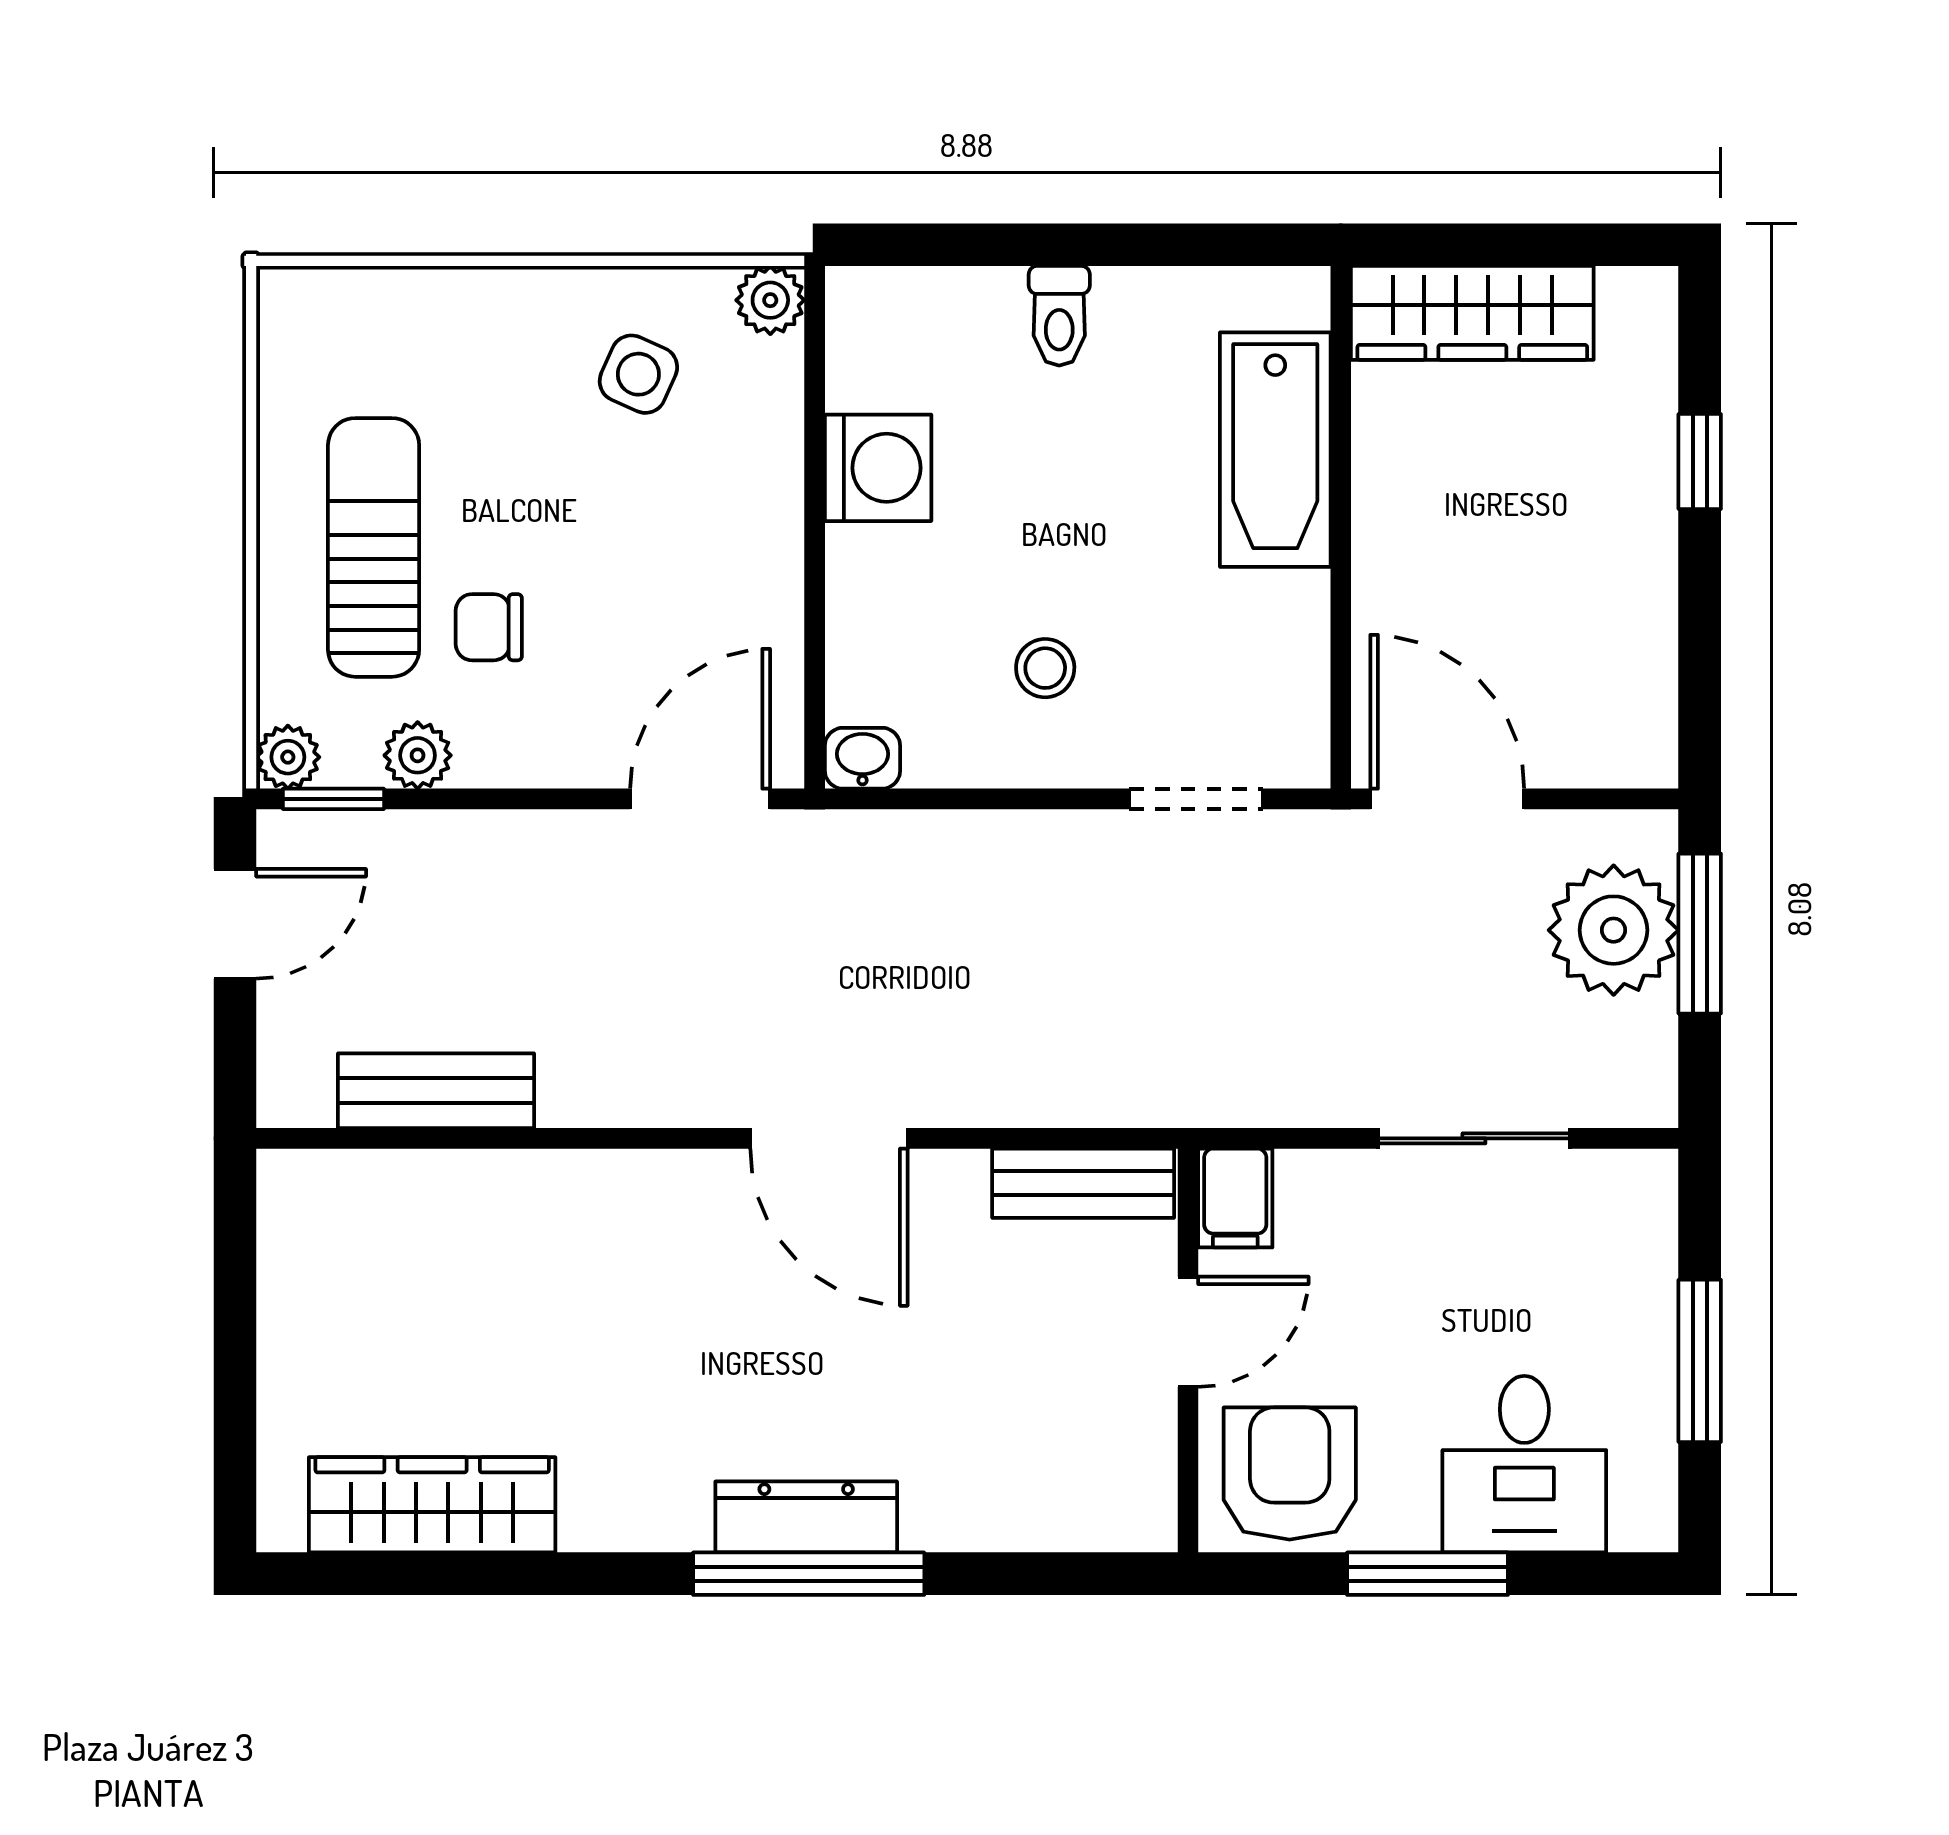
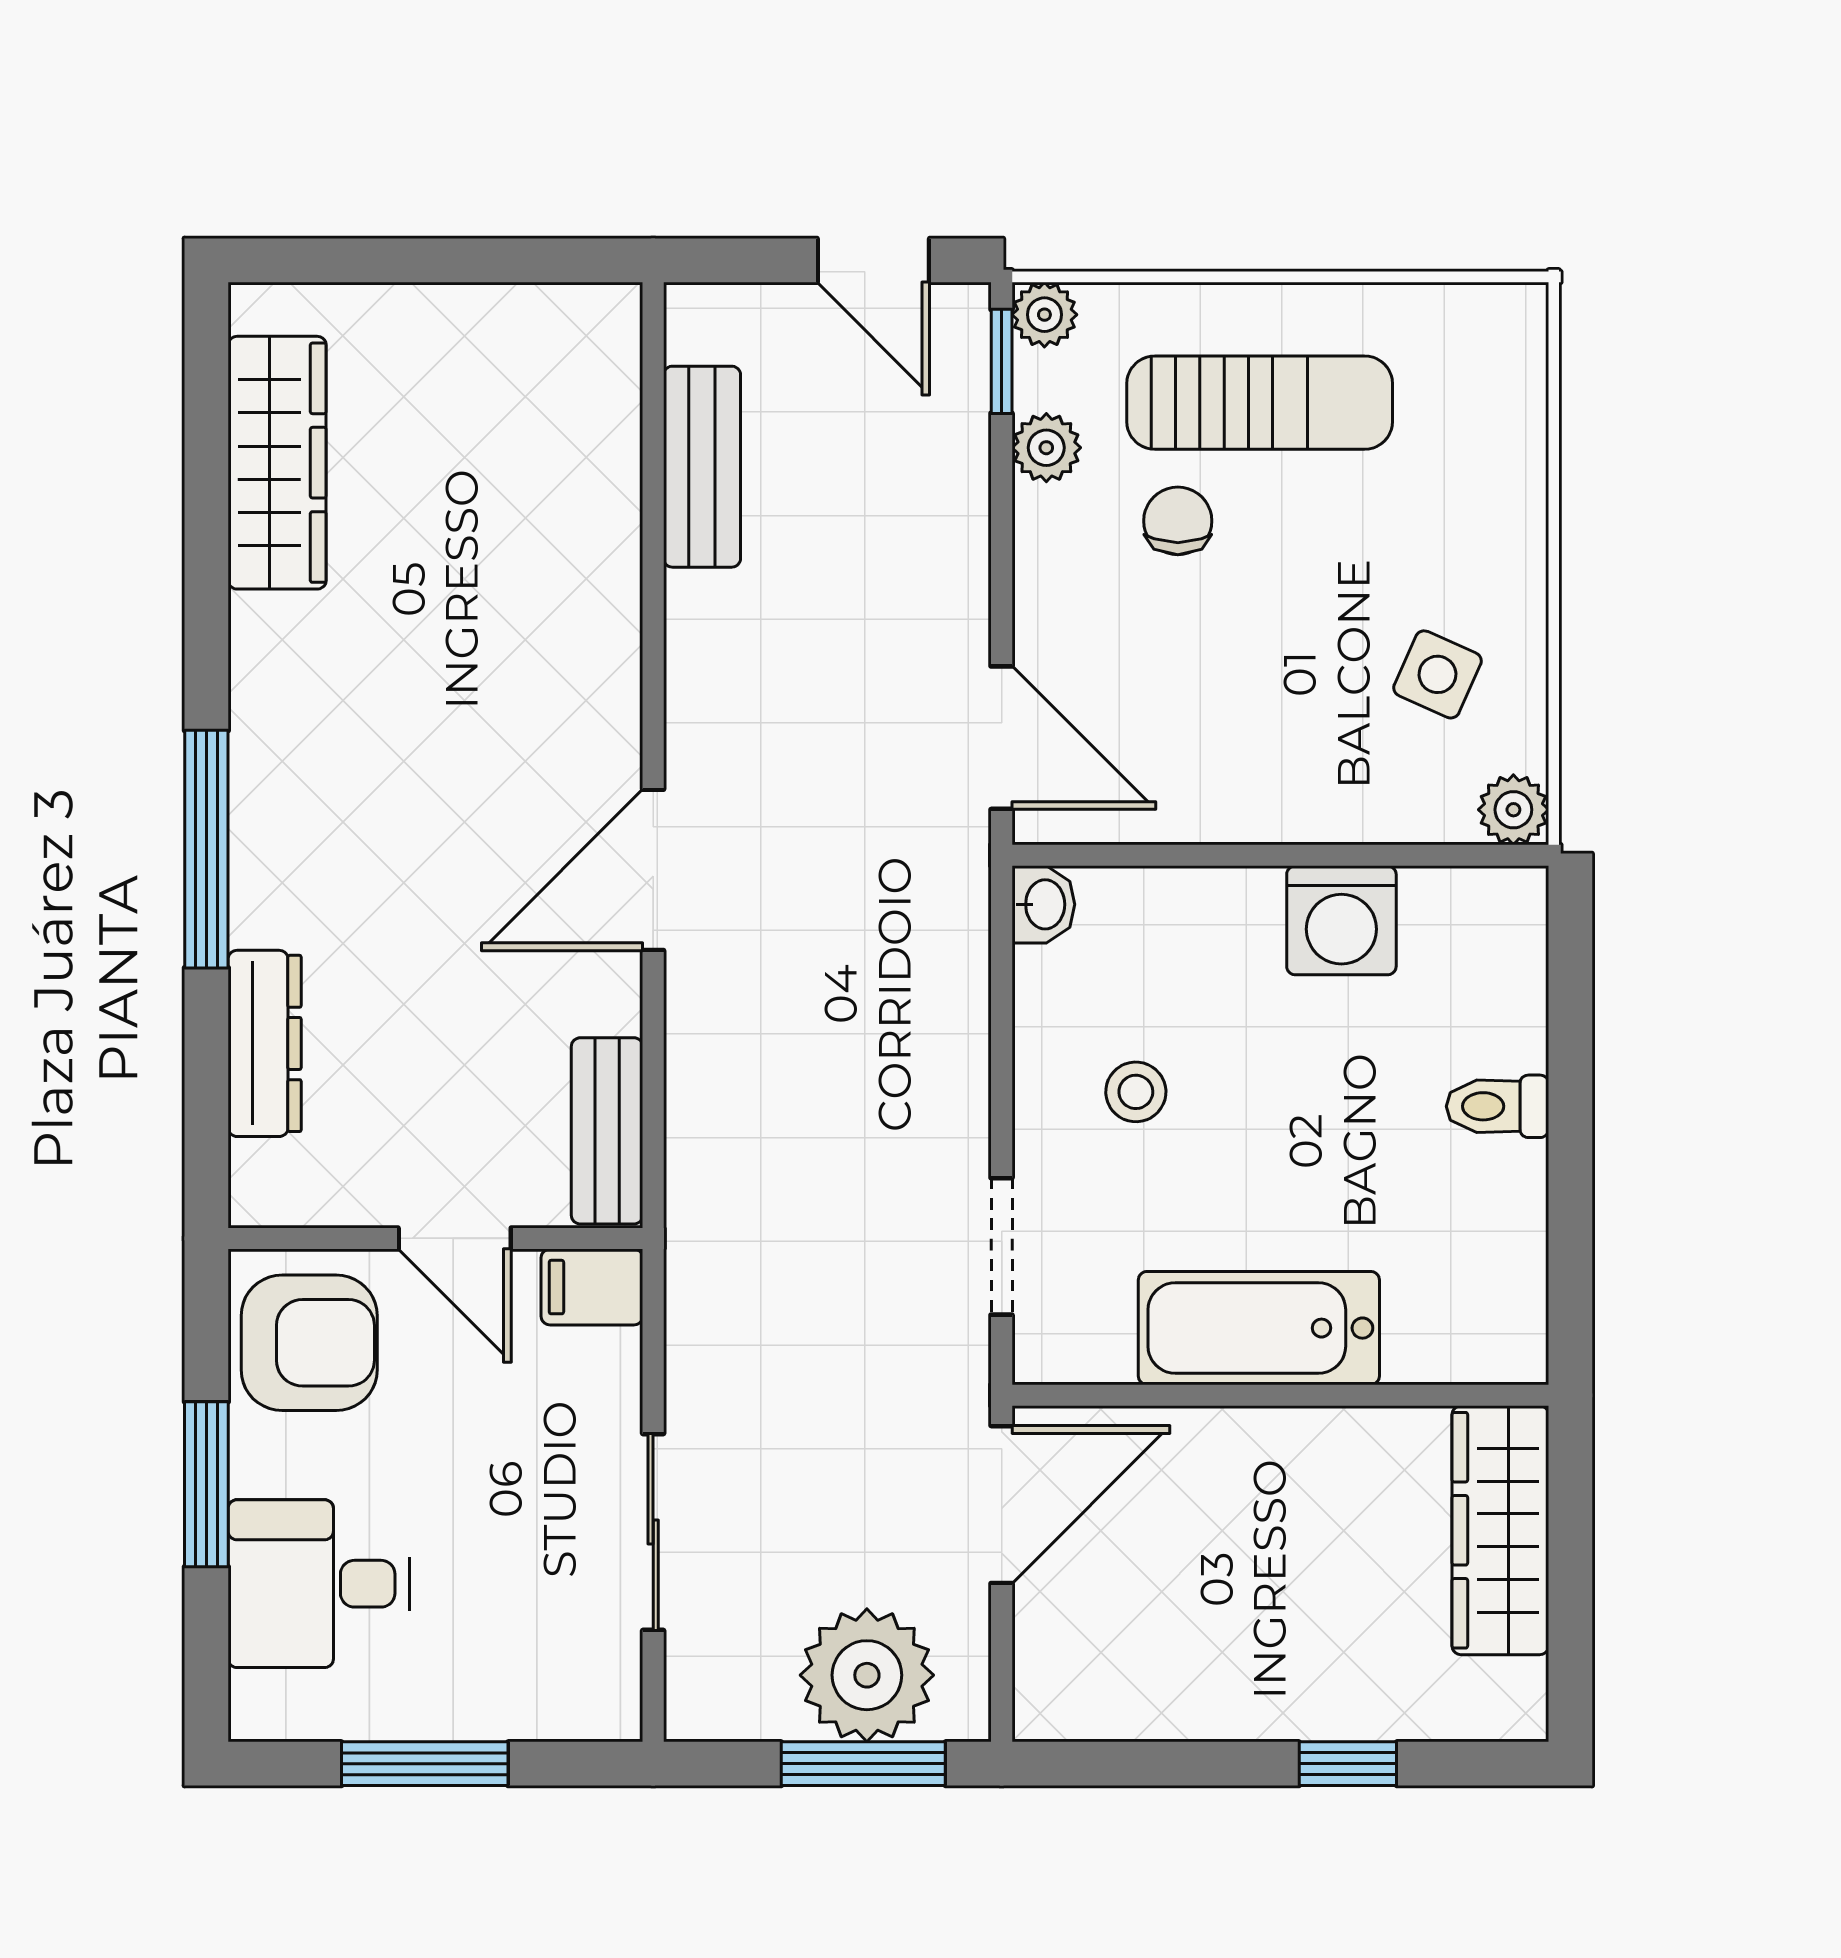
bathtub: (1275, 450) -> (1259, 1328), moved
dresser: (806, 1517) -> (265, 1043), moved

